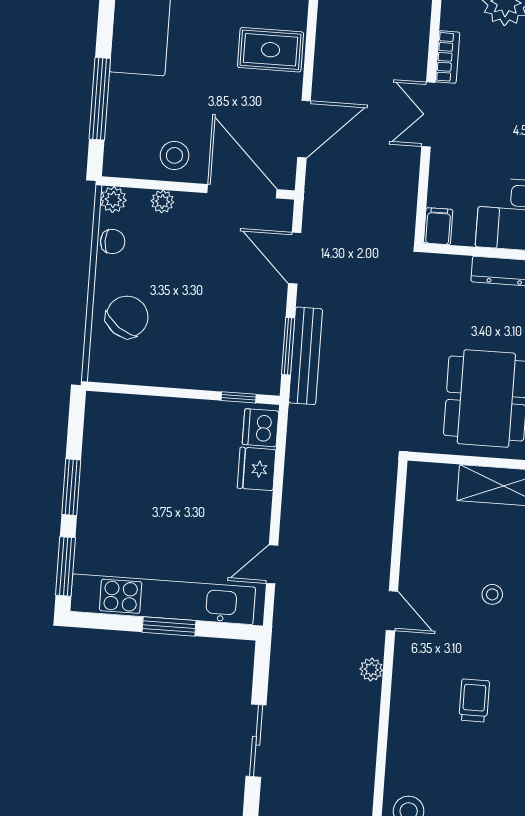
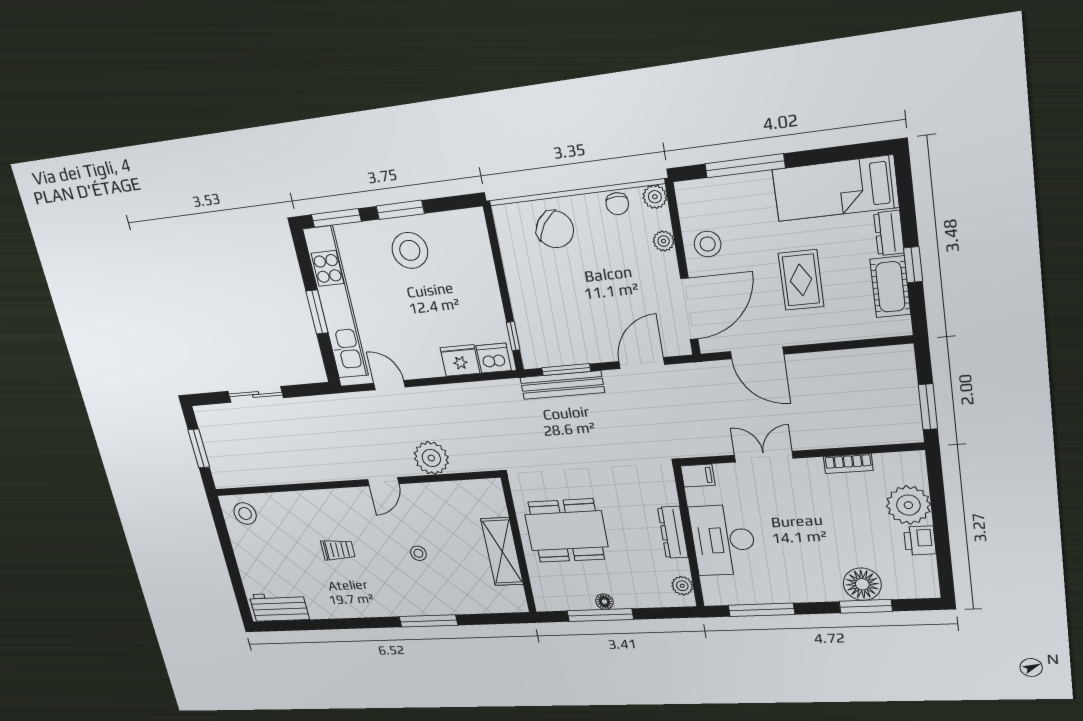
rug: (270, 50) -> (801, 280), moved
double door: (428, 115) -> (764, 457), moved
stool: (119, 490) -> (410, 250), added
plant: (371, 669) -> (431, 458), moved, width x1.87, depth x1.87

